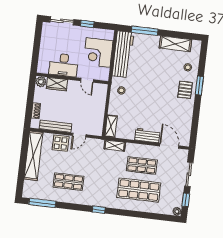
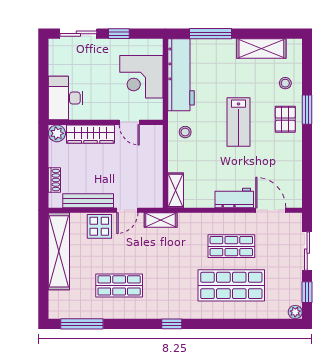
desk: (64, 65) -> (66, 98), moved, turned 90
wardrobe: (57, 84) -> (91, 134), width x1.50
lab bench: (156, 88) -> (239, 122), added
shelving: (115, 146) -> (161, 220), moved

